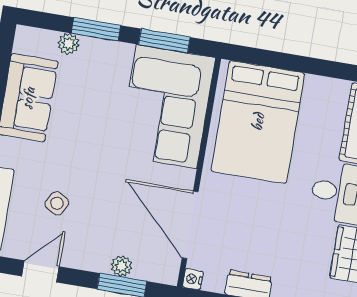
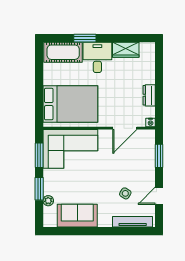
door: (190, 225) -> (125, 128), width x0.73
plant: (121, 266) -> (150, 158), removed
door: (40, 271) -> (159, 196), hinge flipped

